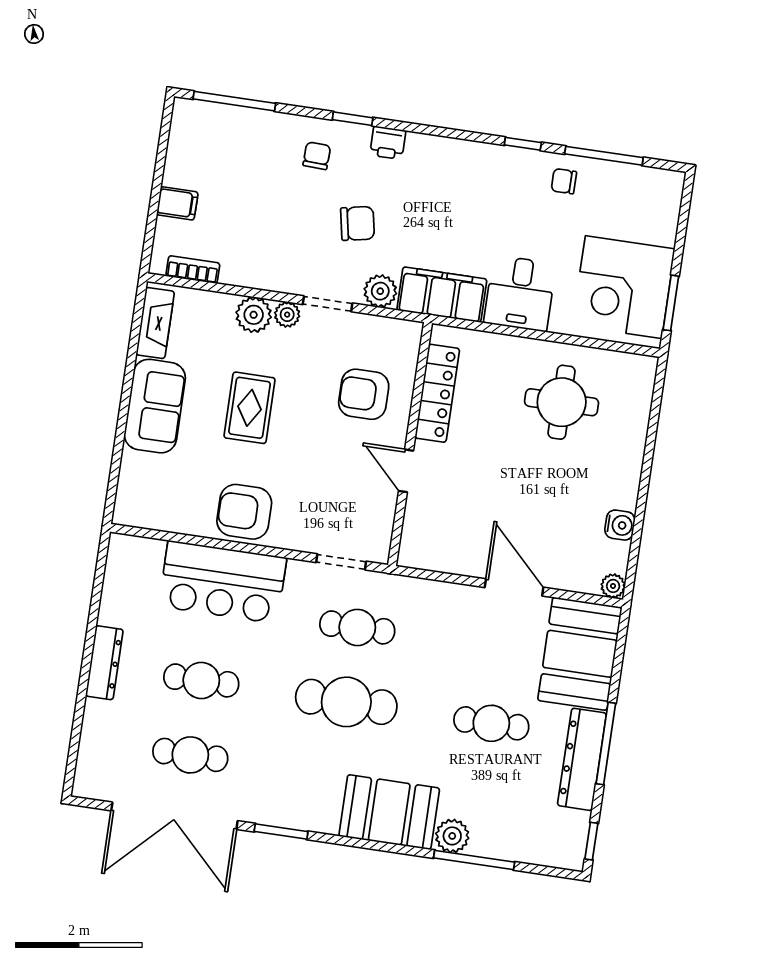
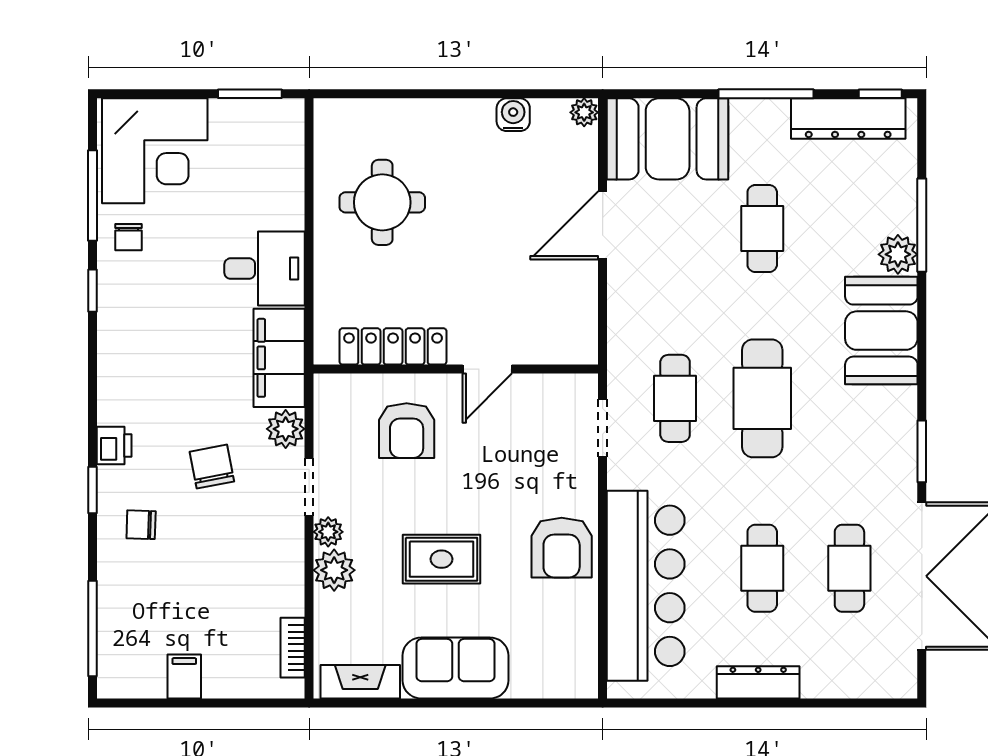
filing cabinet: (177, 203) -> (184, 677), moved
corner desk: (624, 287) -> (155, 151), moved
bar counter: (223, 582) -> (646, 586), width x1.36
dresser: (582, 759) -> (848, 119), moved

